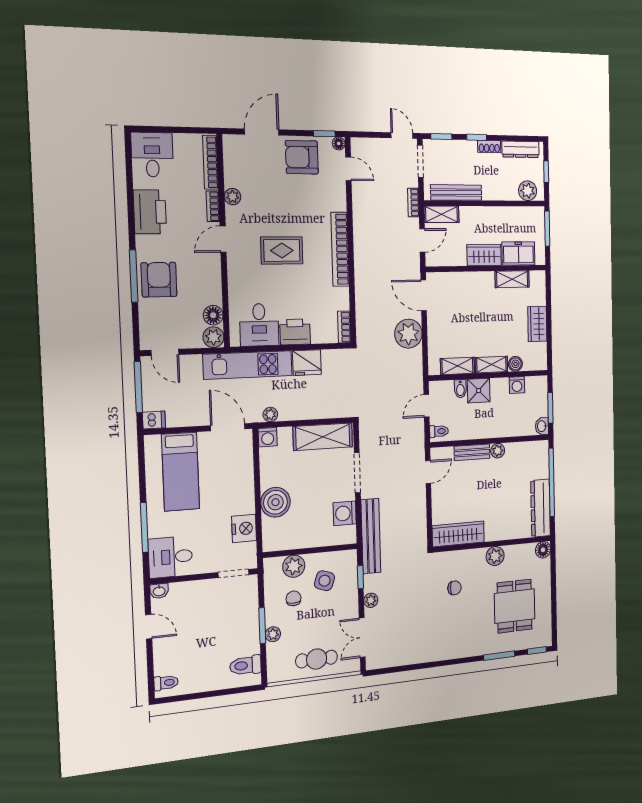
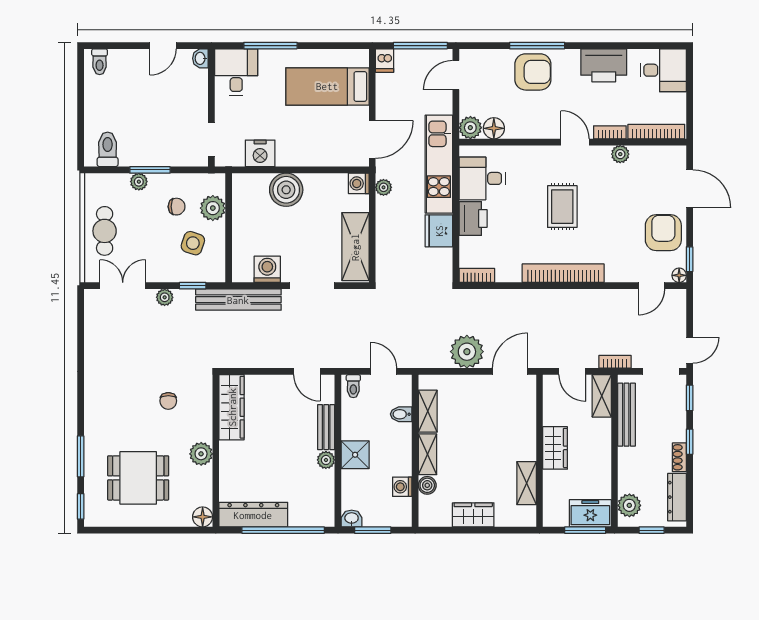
freezer: (518, 254) -> (590, 513), moved, turned -90
shower: (479, 391) -> (355, 455), moved

